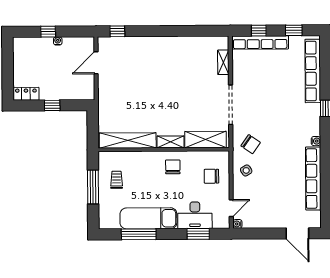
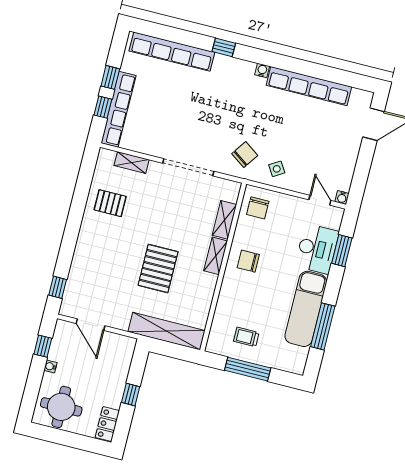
window: (294, 30) -> (110, 77), moved
window: (48, 32) -> (43, 346), moved
pallet: (189, 54) -> (110, 203), added
round table: (30, 57) -> (61, 407), added
pallet: (150, 102) -> (158, 269), added
shelving: (205, 139) -> (224, 220), width x0.67, depth x0.75
shelving: (128, 140) -> (167, 331), moved, turned 90
chair: (211, 176) -> (258, 208), moved

